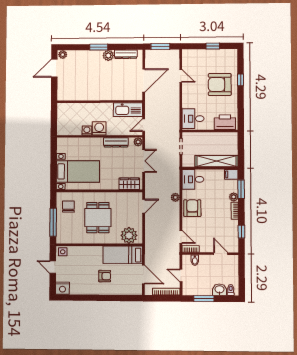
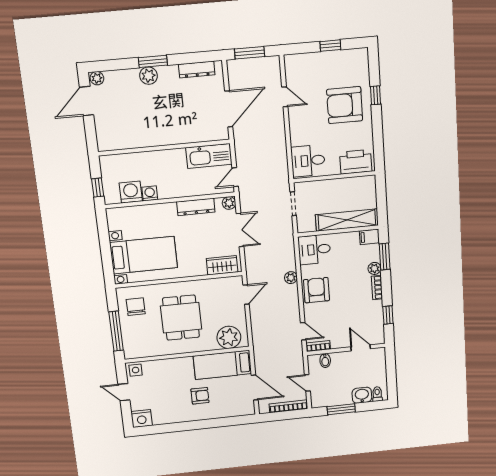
plant: (108, 55) -> (149, 76), moved
window: (54, 124) -> (98, 187), added
washing machine: (99, 128) -> (131, 192), moved

